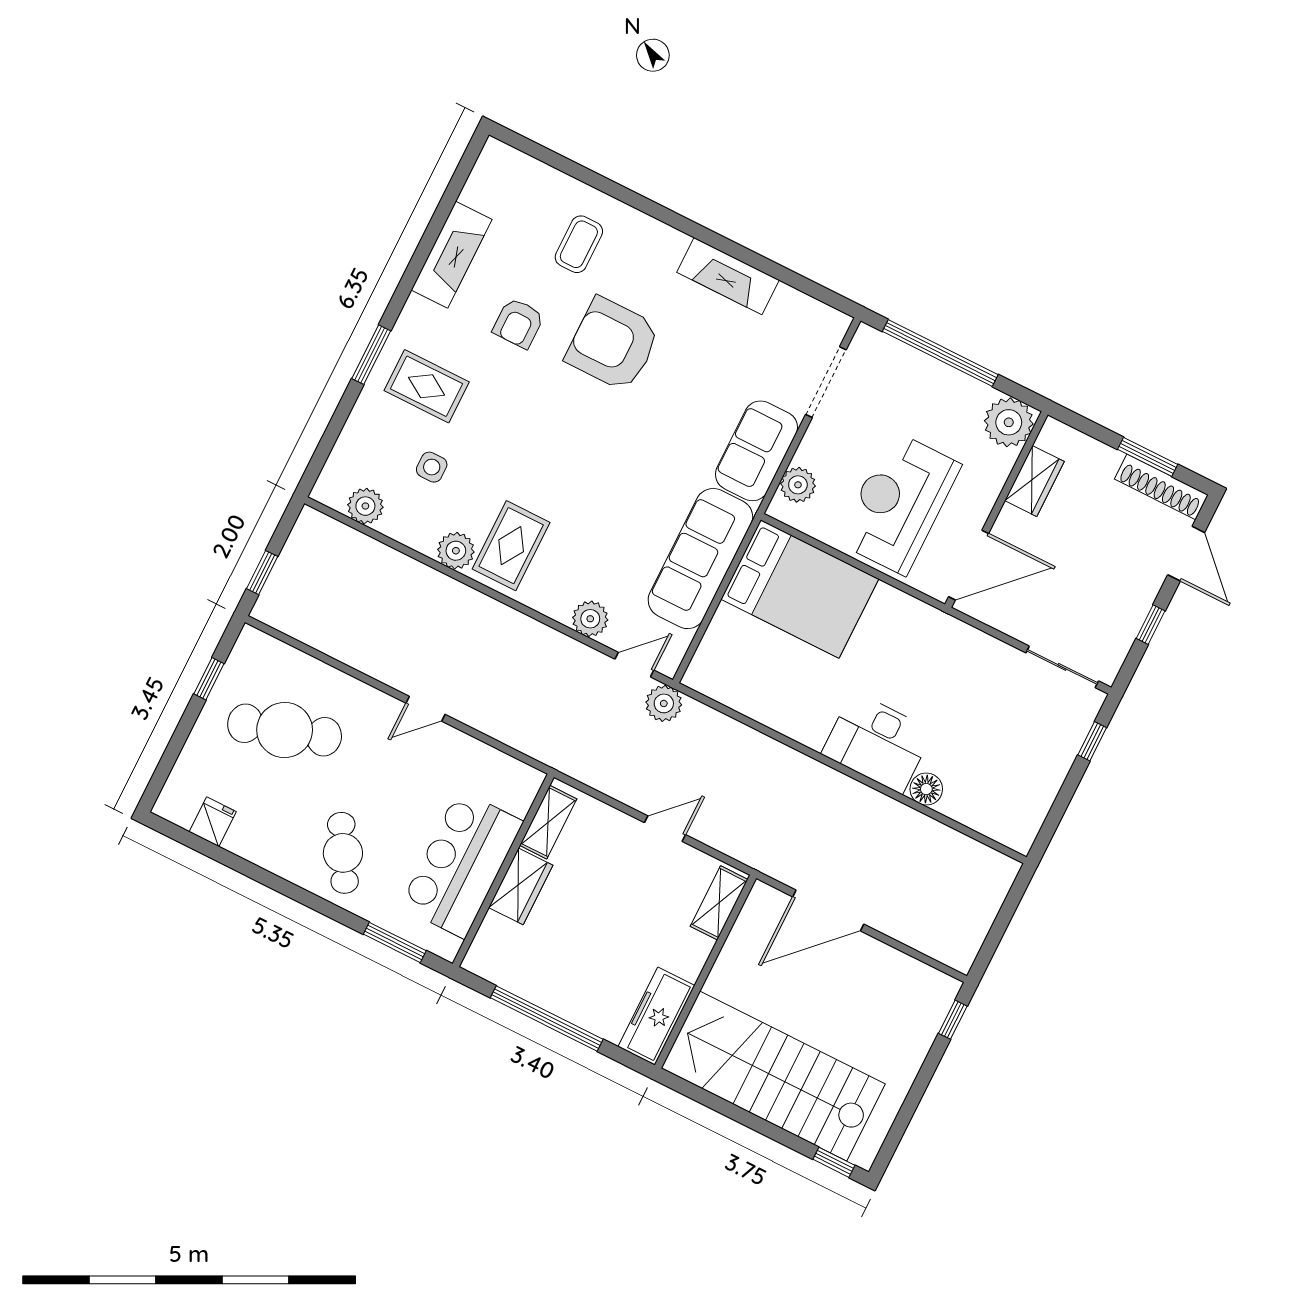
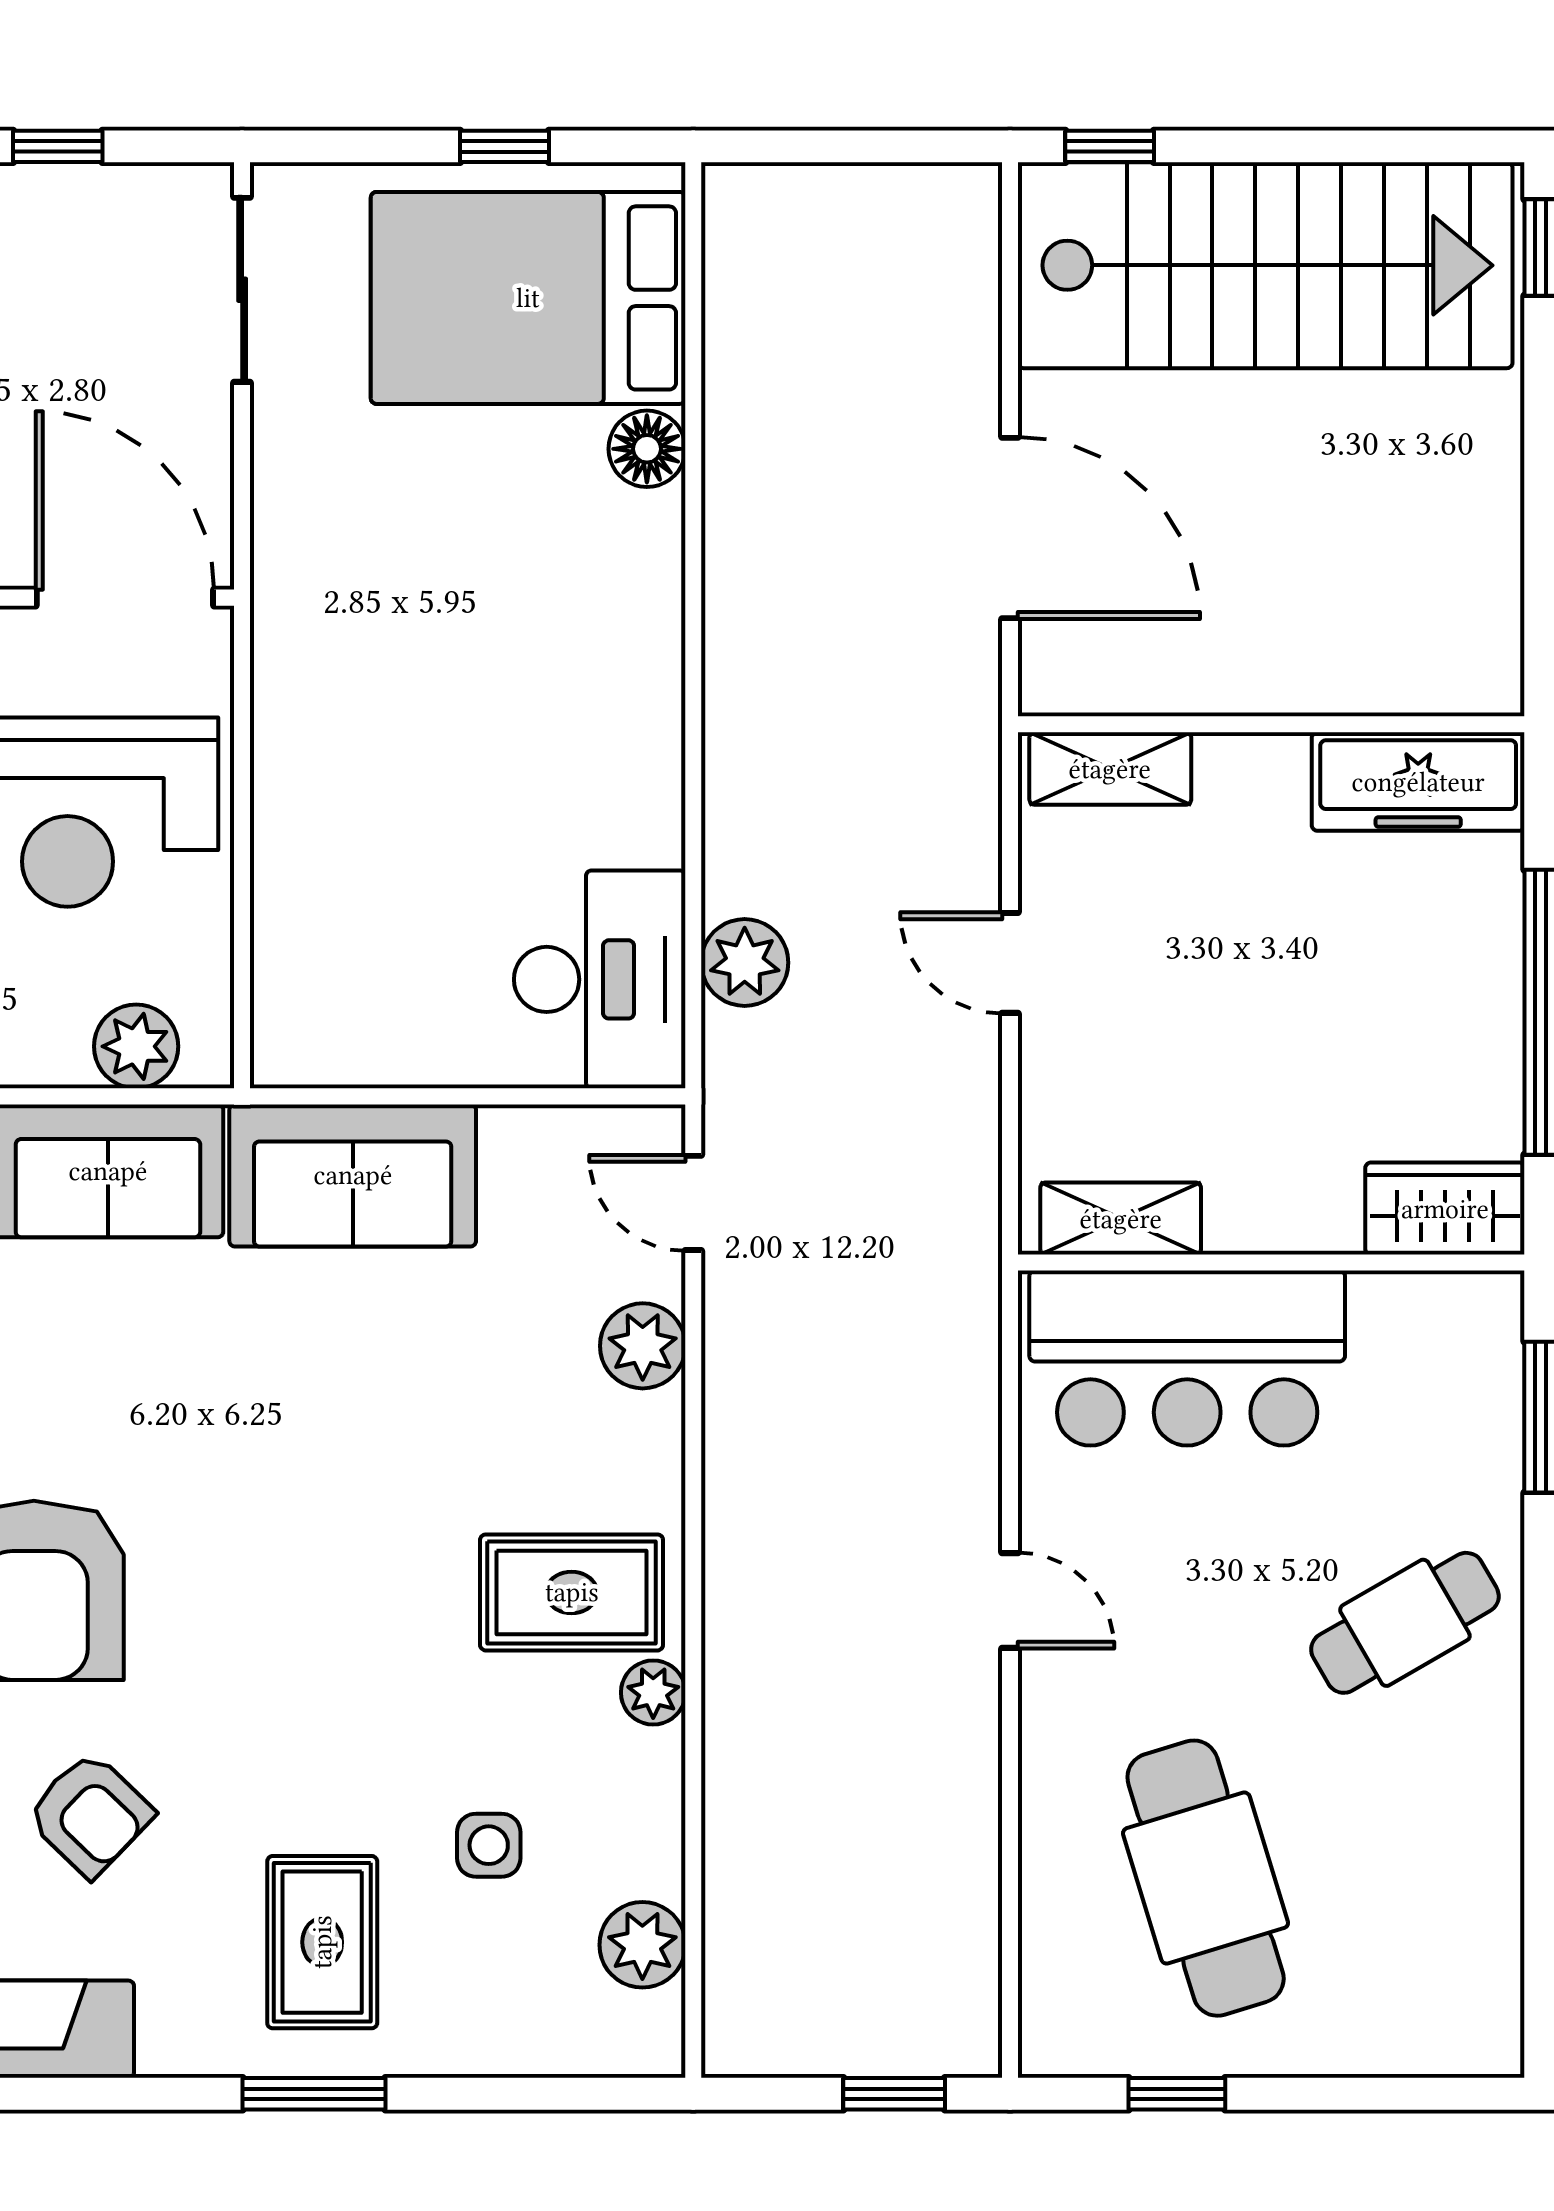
armchair: (518, 323) -> (90, 1814), turned 44
plant: (456, 551) -> (653, 1692), width x0.73, depth x0.73
sofa: (700, 559) -> (353, 1175), width x0.73
bed: (800, 589) -> (528, 298), moved, turned -90
plant: (664, 703) -> (745, 963), moved
window: (1092, 741) -> (504, 146), moved
desk: (877, 742) -> (600, 979), moved
fridge: (213, 822) -> (1477, 1933), removed
bar counter: (462, 864) -> (1187, 1358), moved
wardrobe: (521, 886) -> (1445, 1209), moved
stairs: (773, 1076) -> (1265, 265), moved, turned -90

